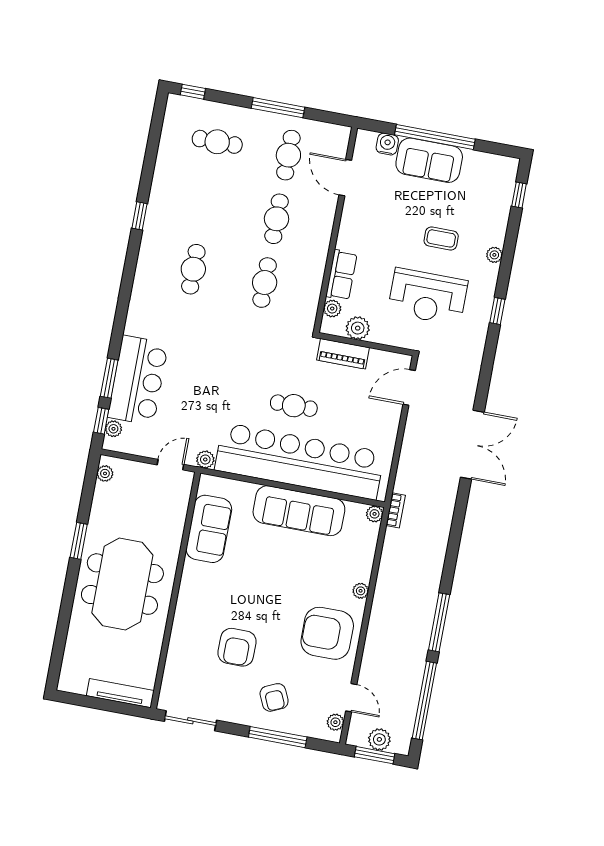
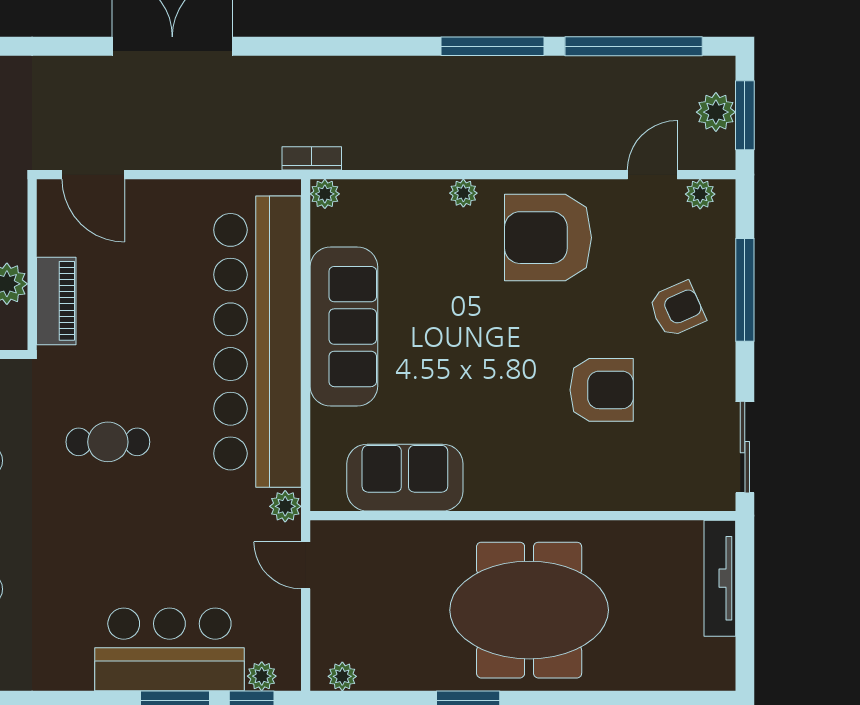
cafe table: (294, 406) -> (108, 442), moved, turned 90
armchair: (327, 633) -> (548, 238), turned 90

